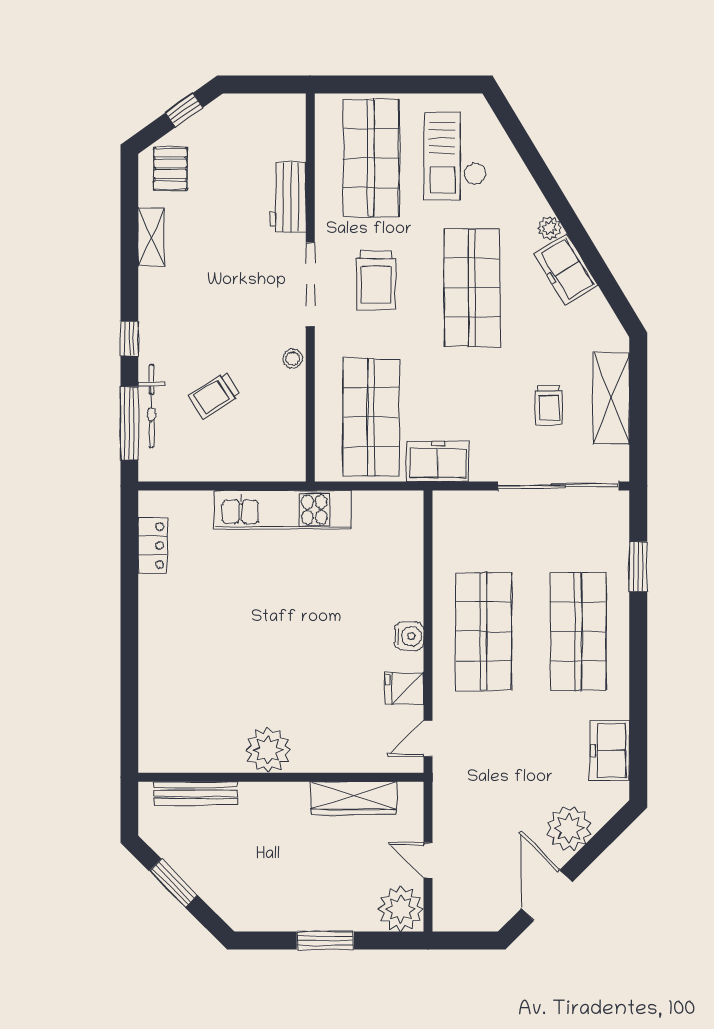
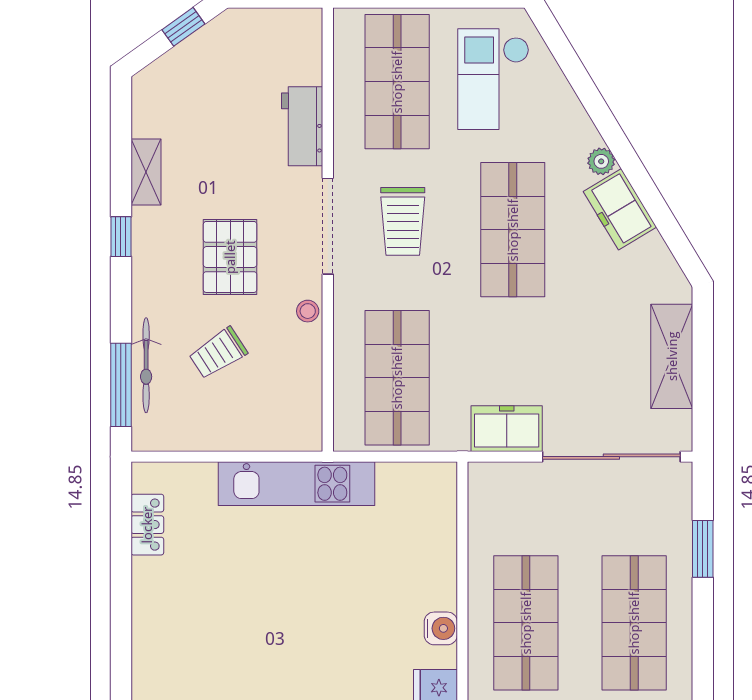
pallet: (170, 169) -> (230, 257), moved, width x1.50, depth x1.42
window: (129, 339) -> (121, 237), moved
trolley: (549, 405) -> (601, 364), removed
freezer: (438, 461) -> (507, 429), moved

